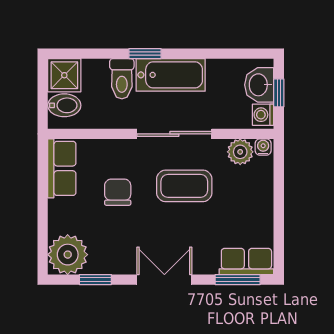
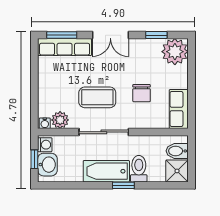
row of seats: (246, 261) -> (65, 47), width x1.48

